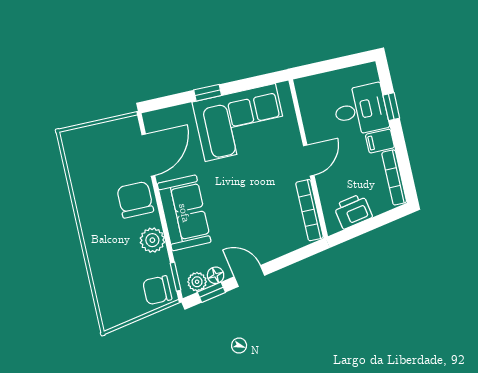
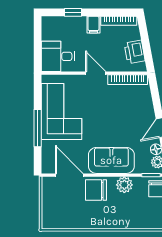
window: (208, 93) -> (38, 128), width x2.17
desk: (361, 110) -> (58, 56), moved, turned -90

